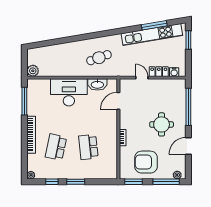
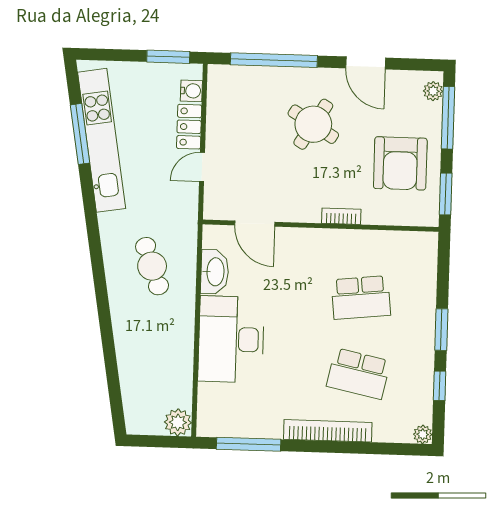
window: (188, 40) -> (168, 57), moved
round table: (162, 124) -> (313, 124), turned 32

